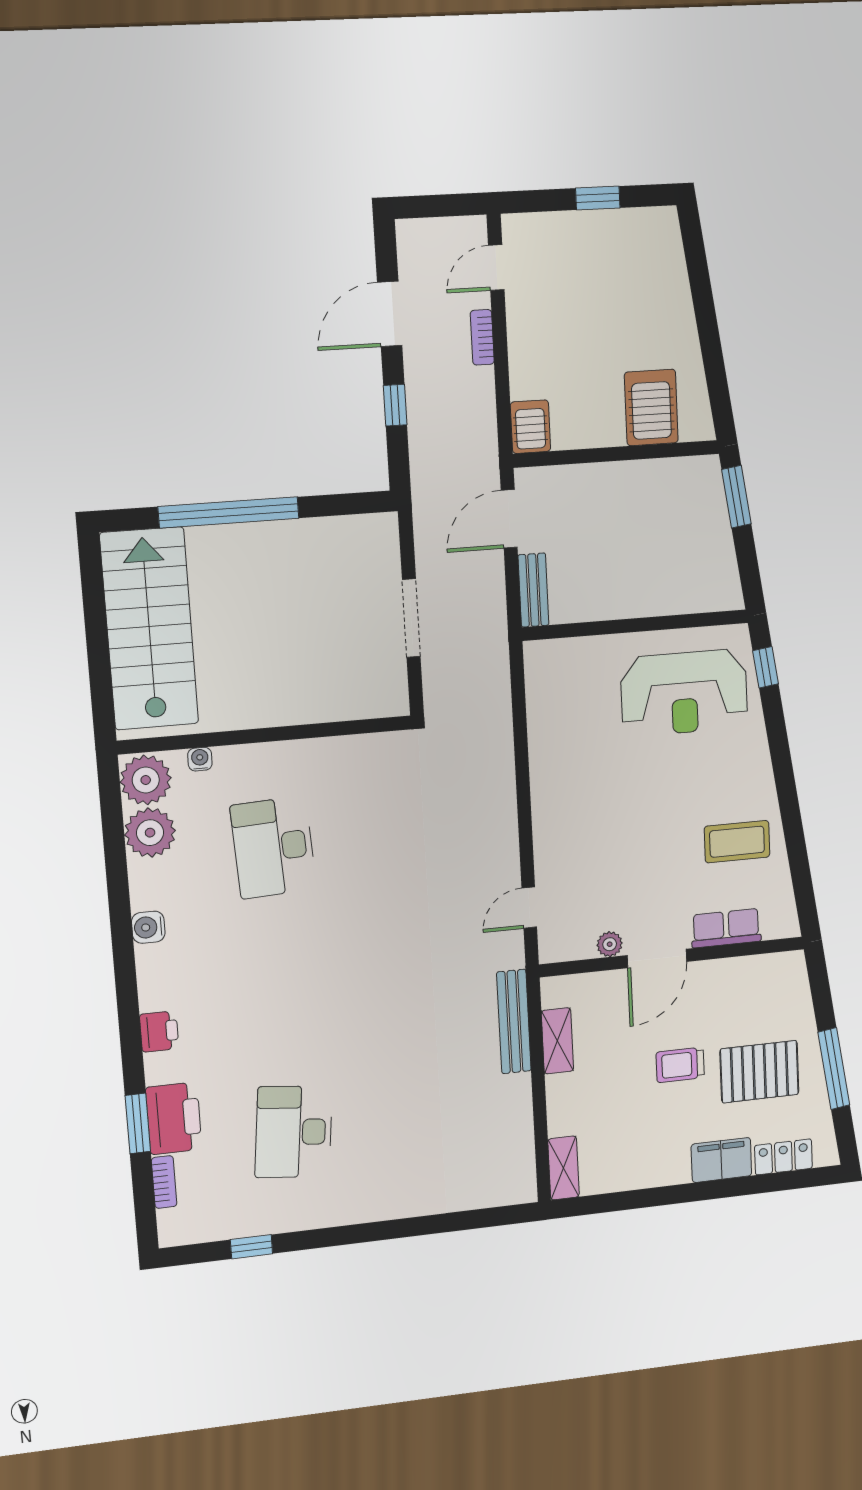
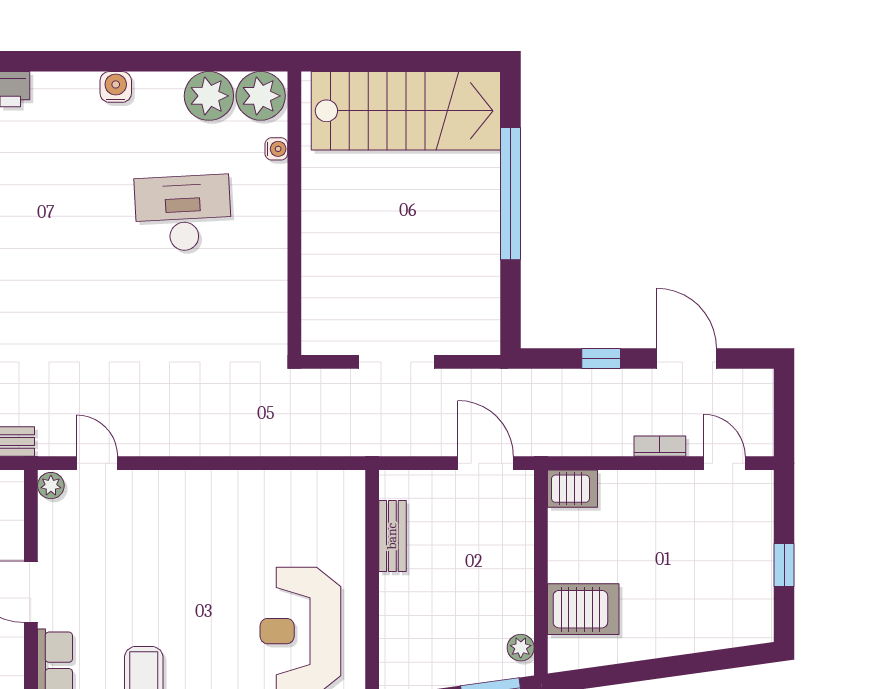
plant: (692, 470) -> (521, 648), added
bench: (533, 590) -> (392, 536), moved, turned 90
plant: (610, 944) -> (51, 486), moved

